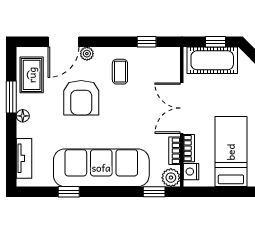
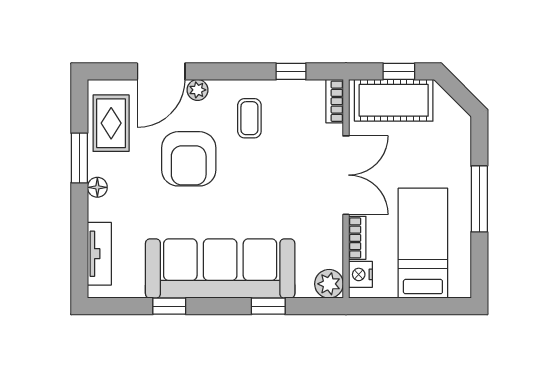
double door: (182, 108) -> (346, 175), swing flipped
bookcase: (174, 151) -> (335, 101), moved
window: (154, 192) -> (268, 306), moved

